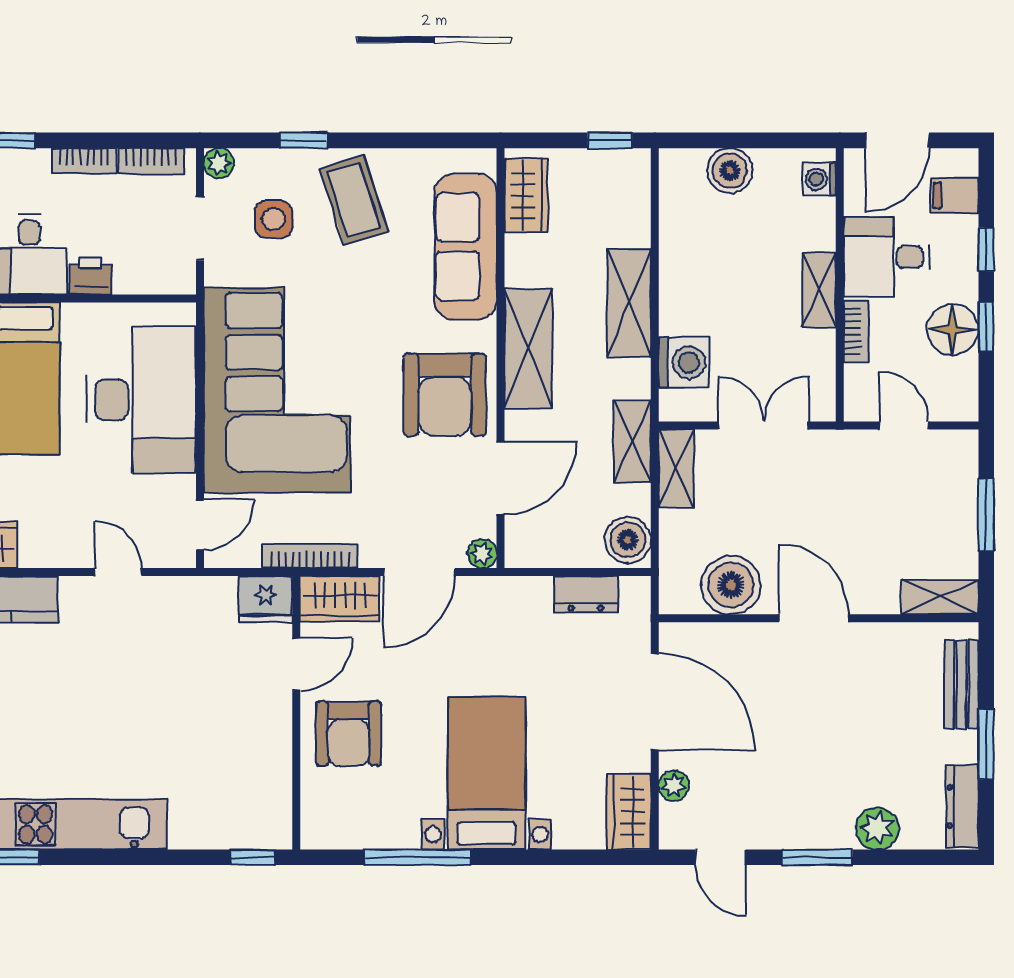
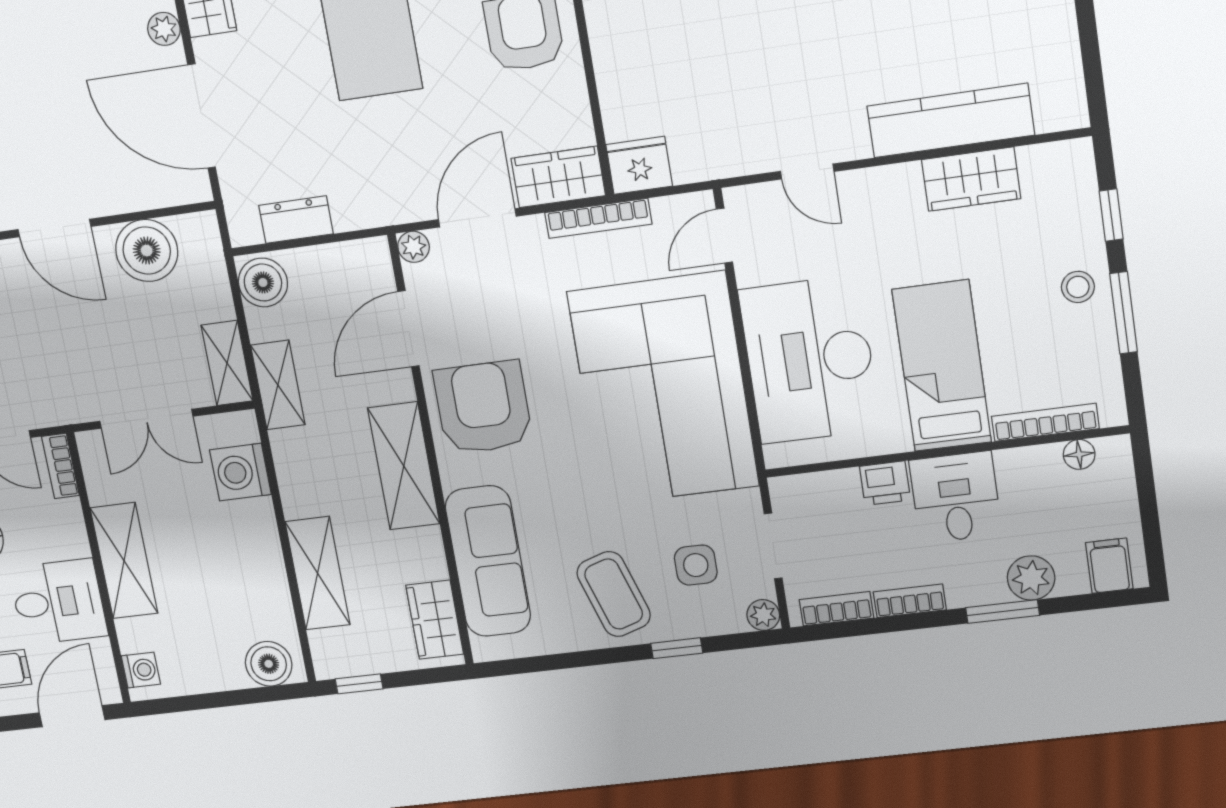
boiler: (730, 171) -> (269, 664), moved
shelving: (819, 290) -> (124, 561), width x1.50, depth x1.33
shelving: (629, 303) -> (318, 573), moved
bookcase: (856, 331) -> (60, 466), moved
door: (296, 664) -> (594, 99), removed

